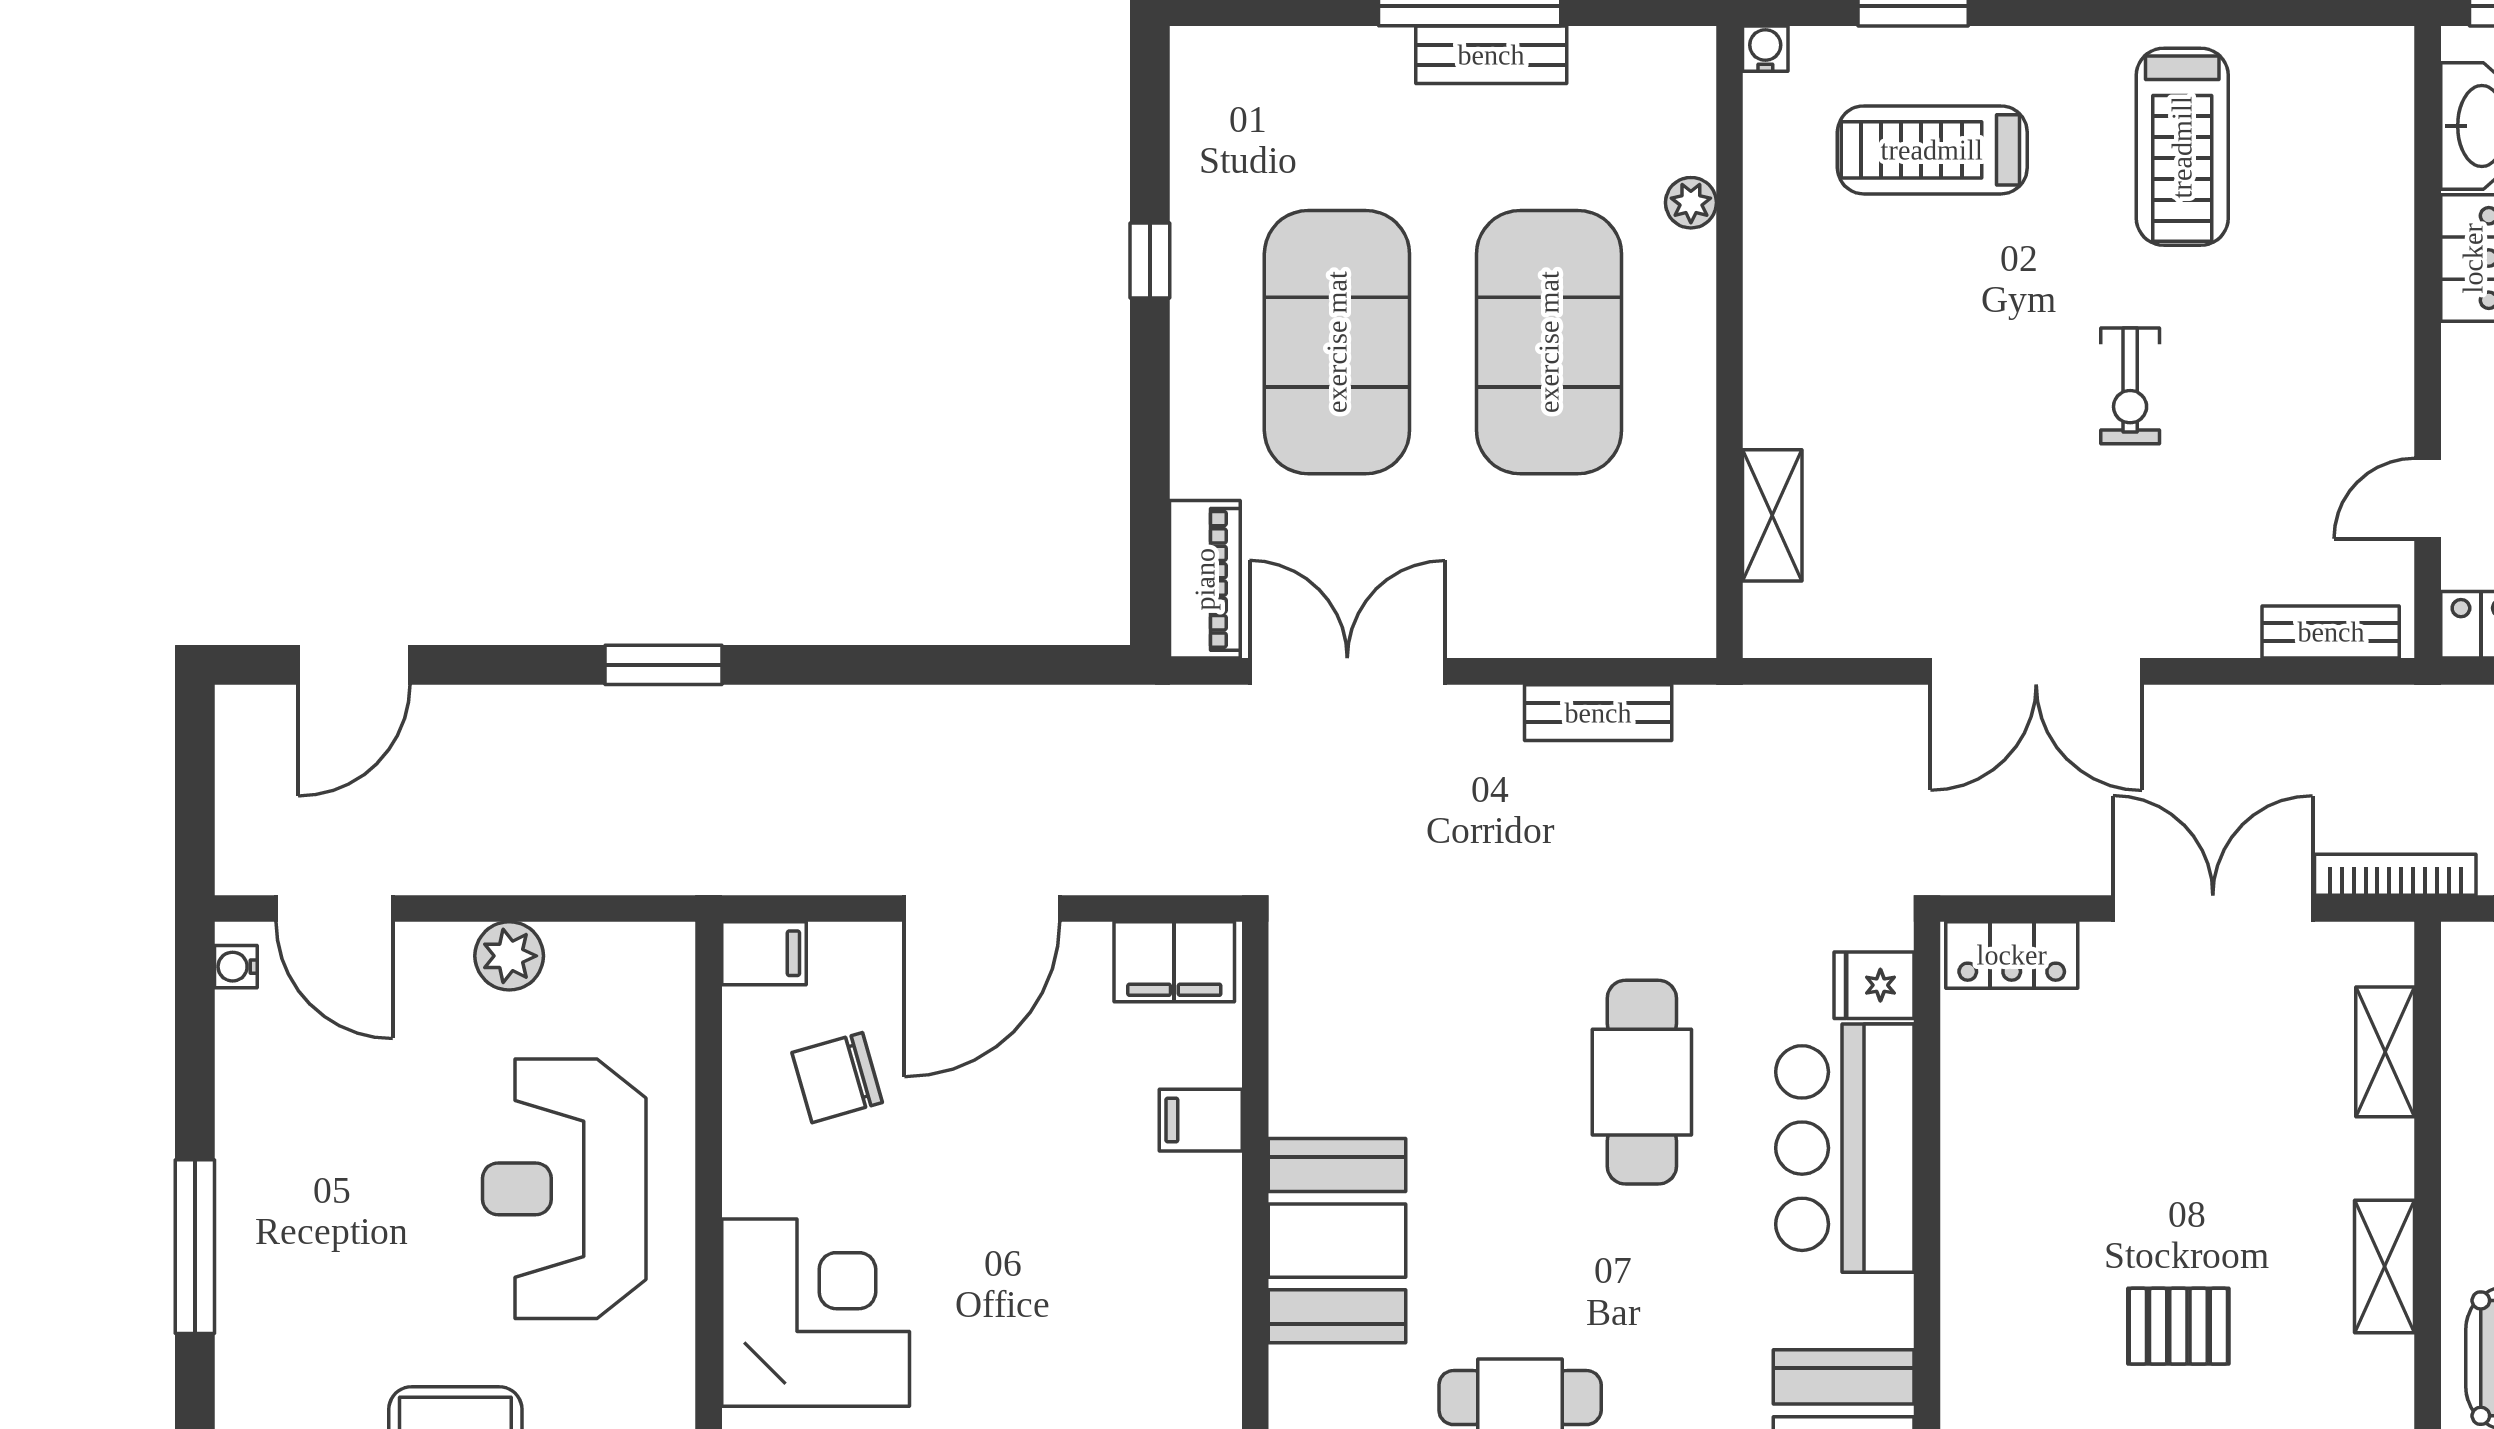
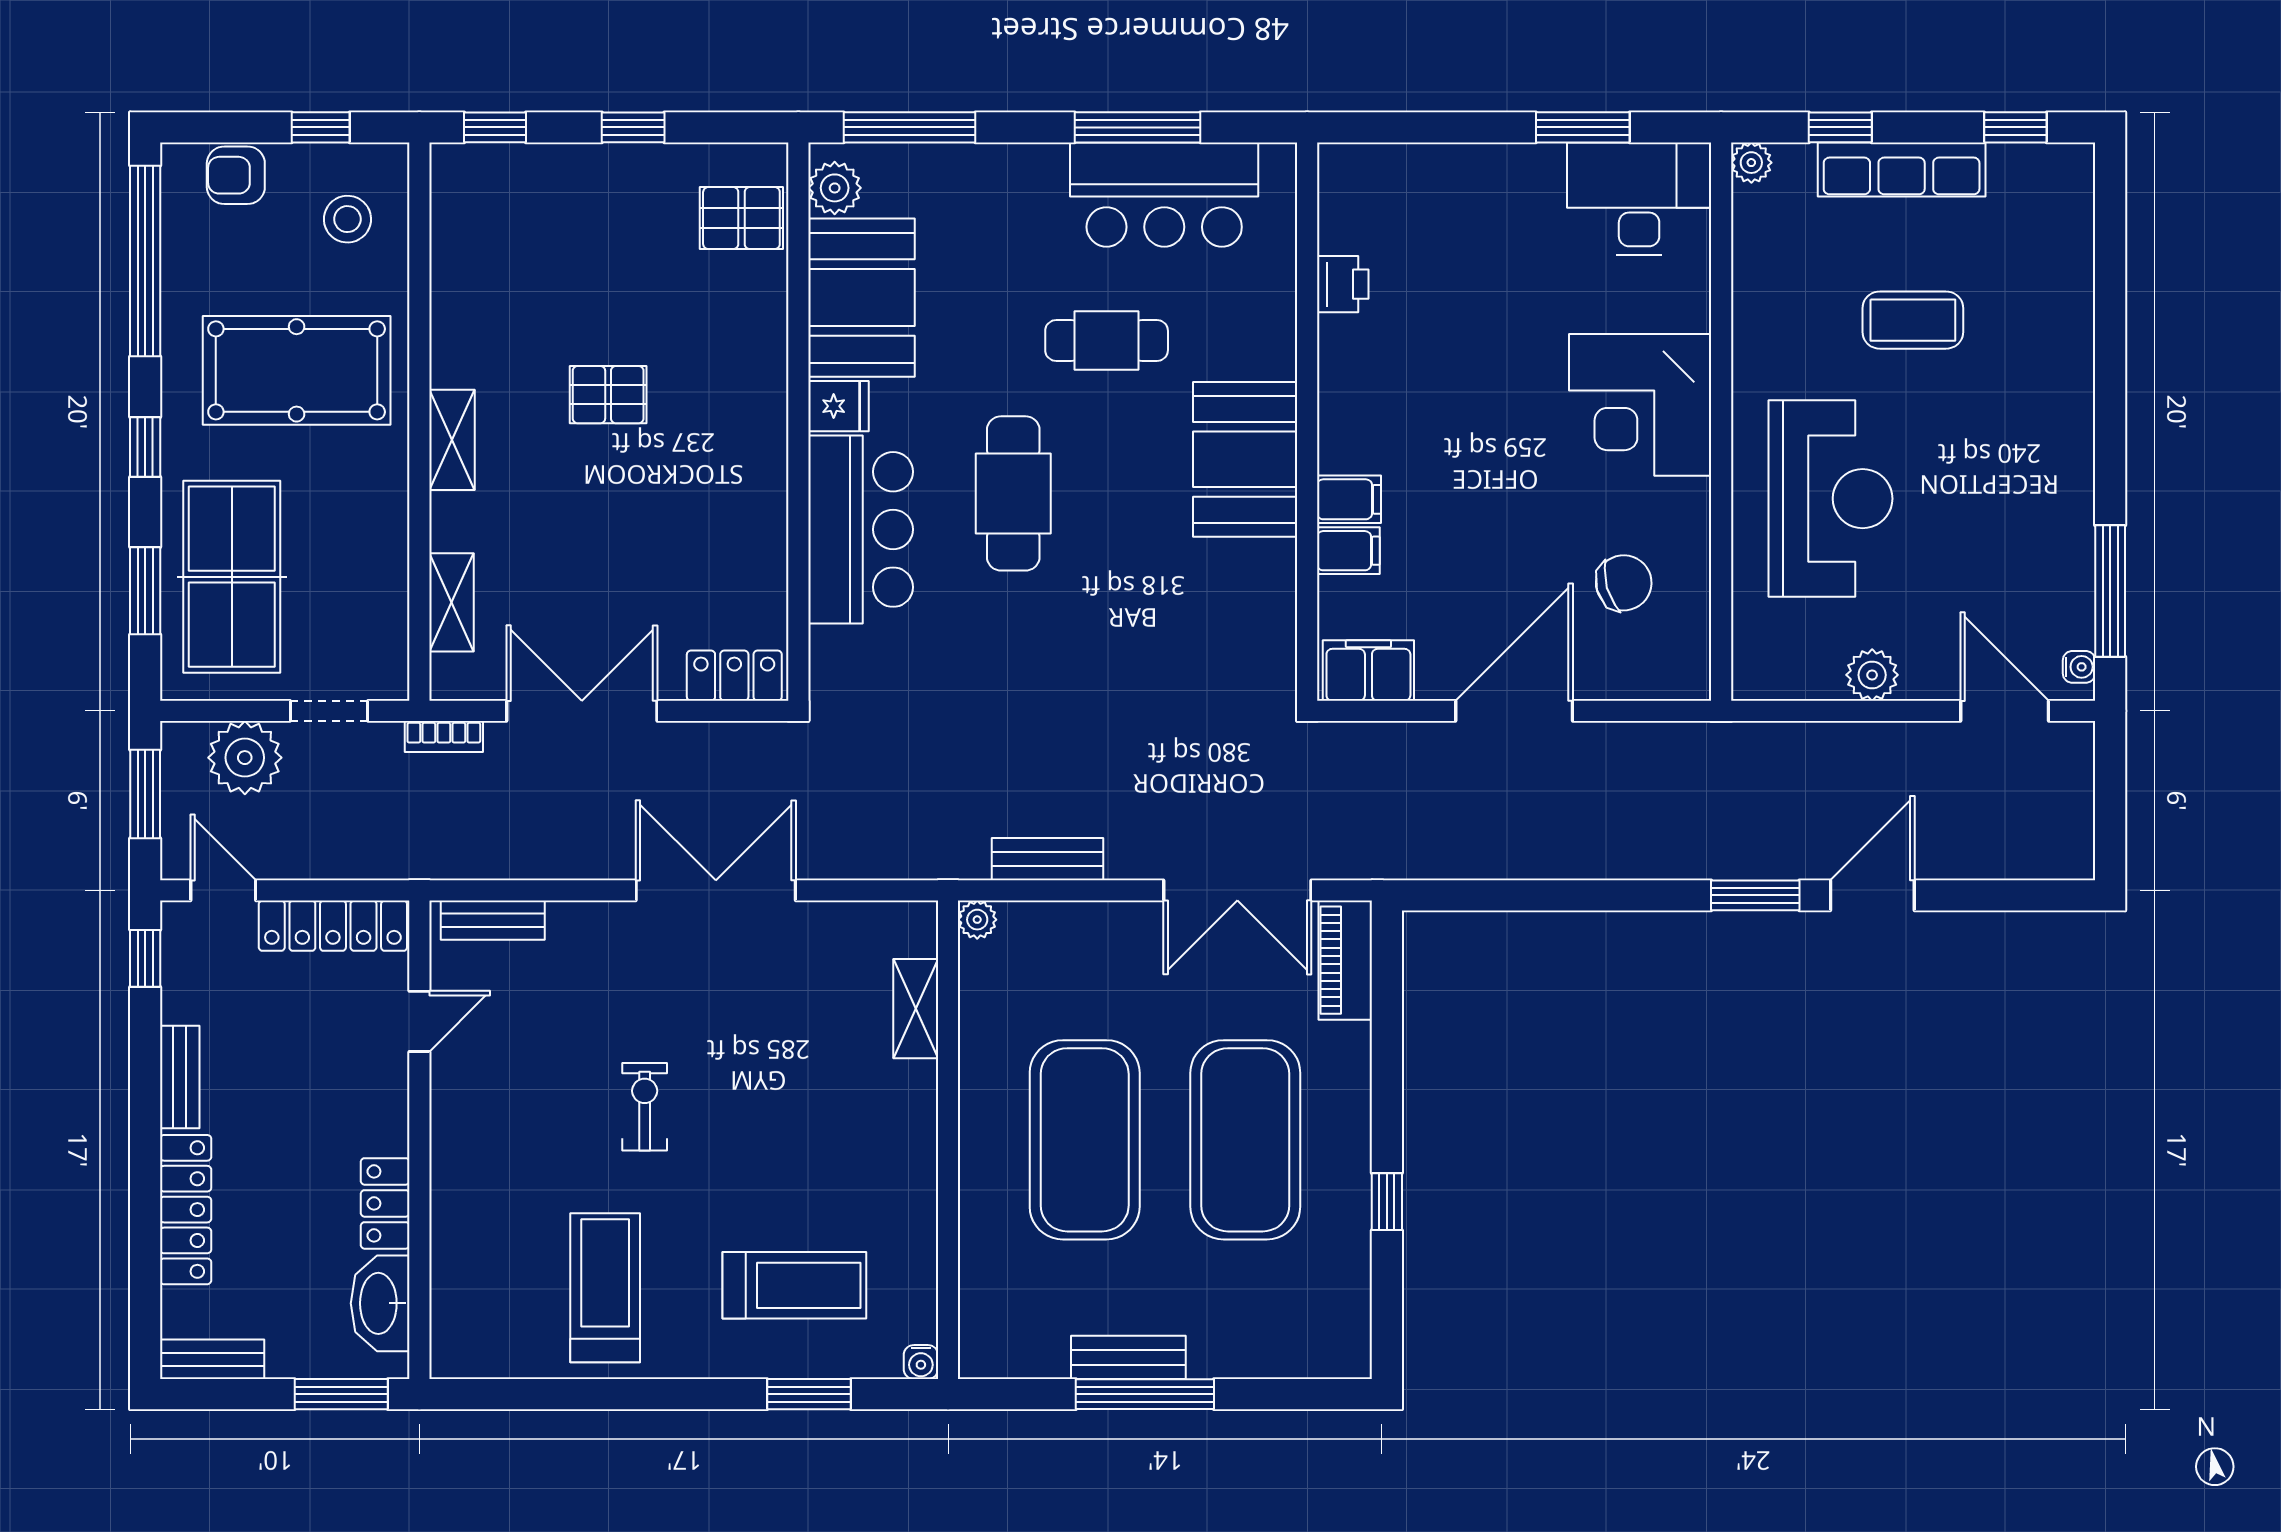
plant: (1691, 203) -> (977, 920), moved
door: (354, 665) -> (1872, 895), moved
bookcase: (2395, 875) -> (444, 736), width x0.64
double door: (2213, 909) -> (582, 711), swing flipped
filing cabinet: (764, 953) -> (1349, 499), moved, turned 180
fridge: (1874, 985) -> (839, 406), moved
cafe table: (1642, 1082) -> (1013, 493), moved
window: (195, 1247) -> (2110, 591), moved

